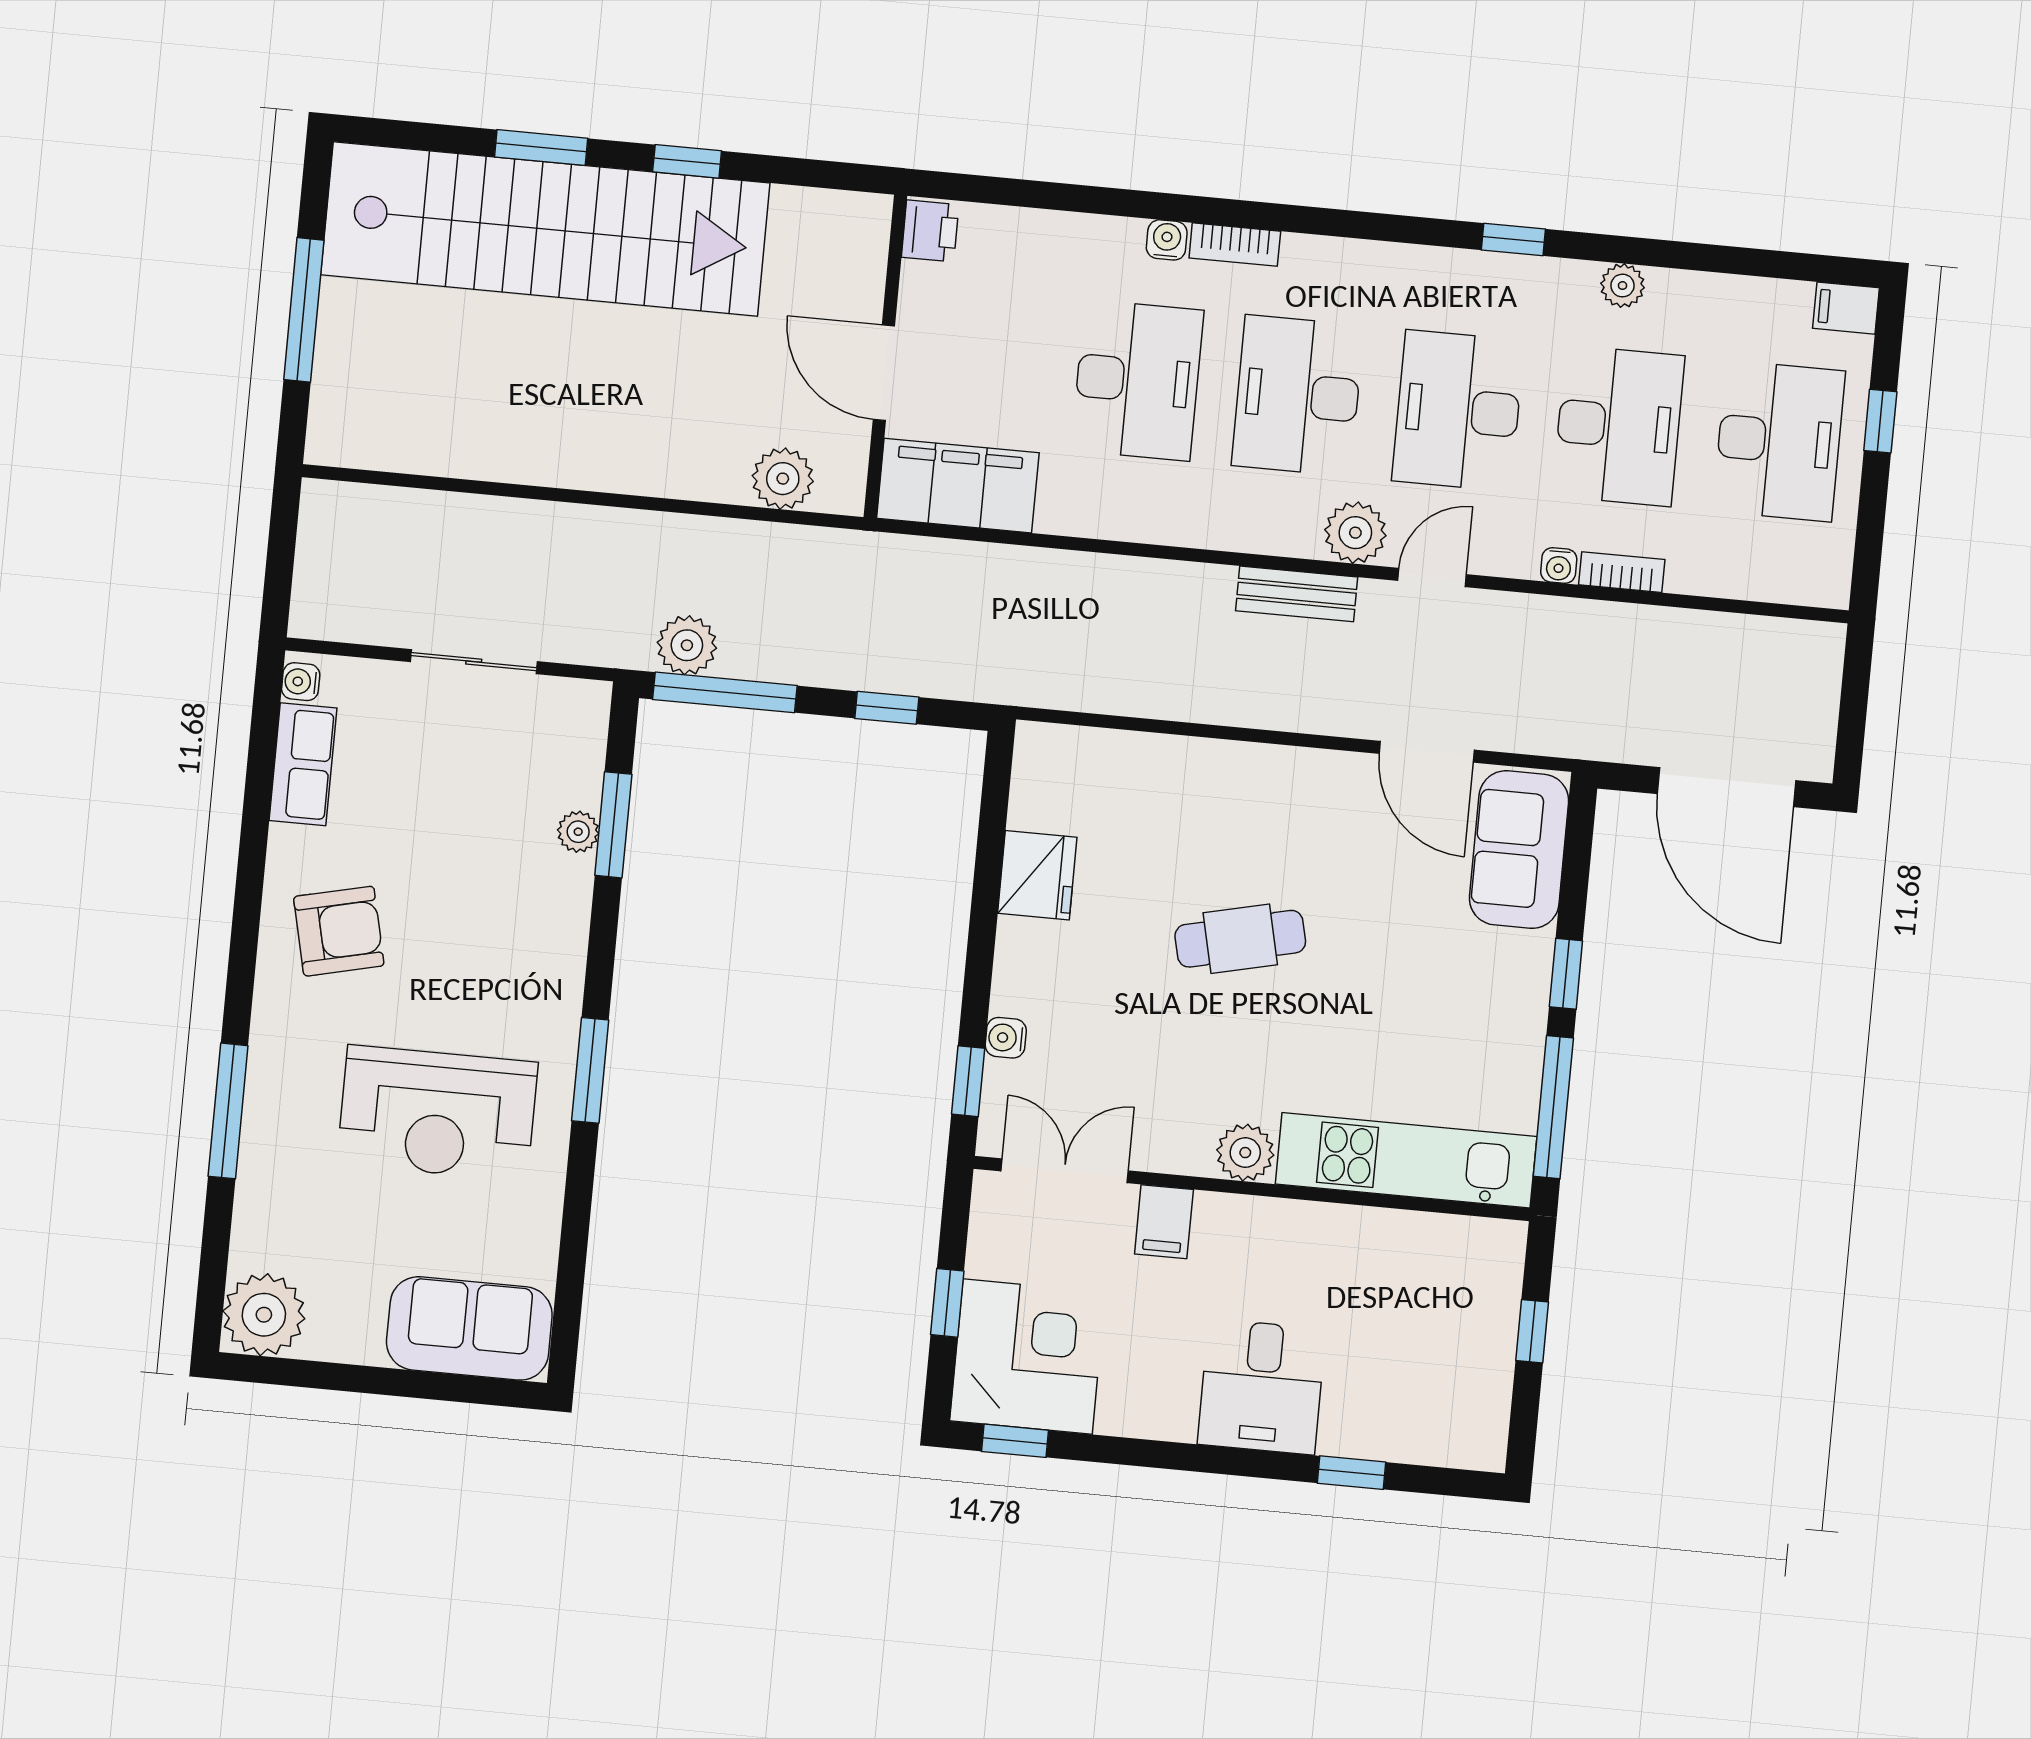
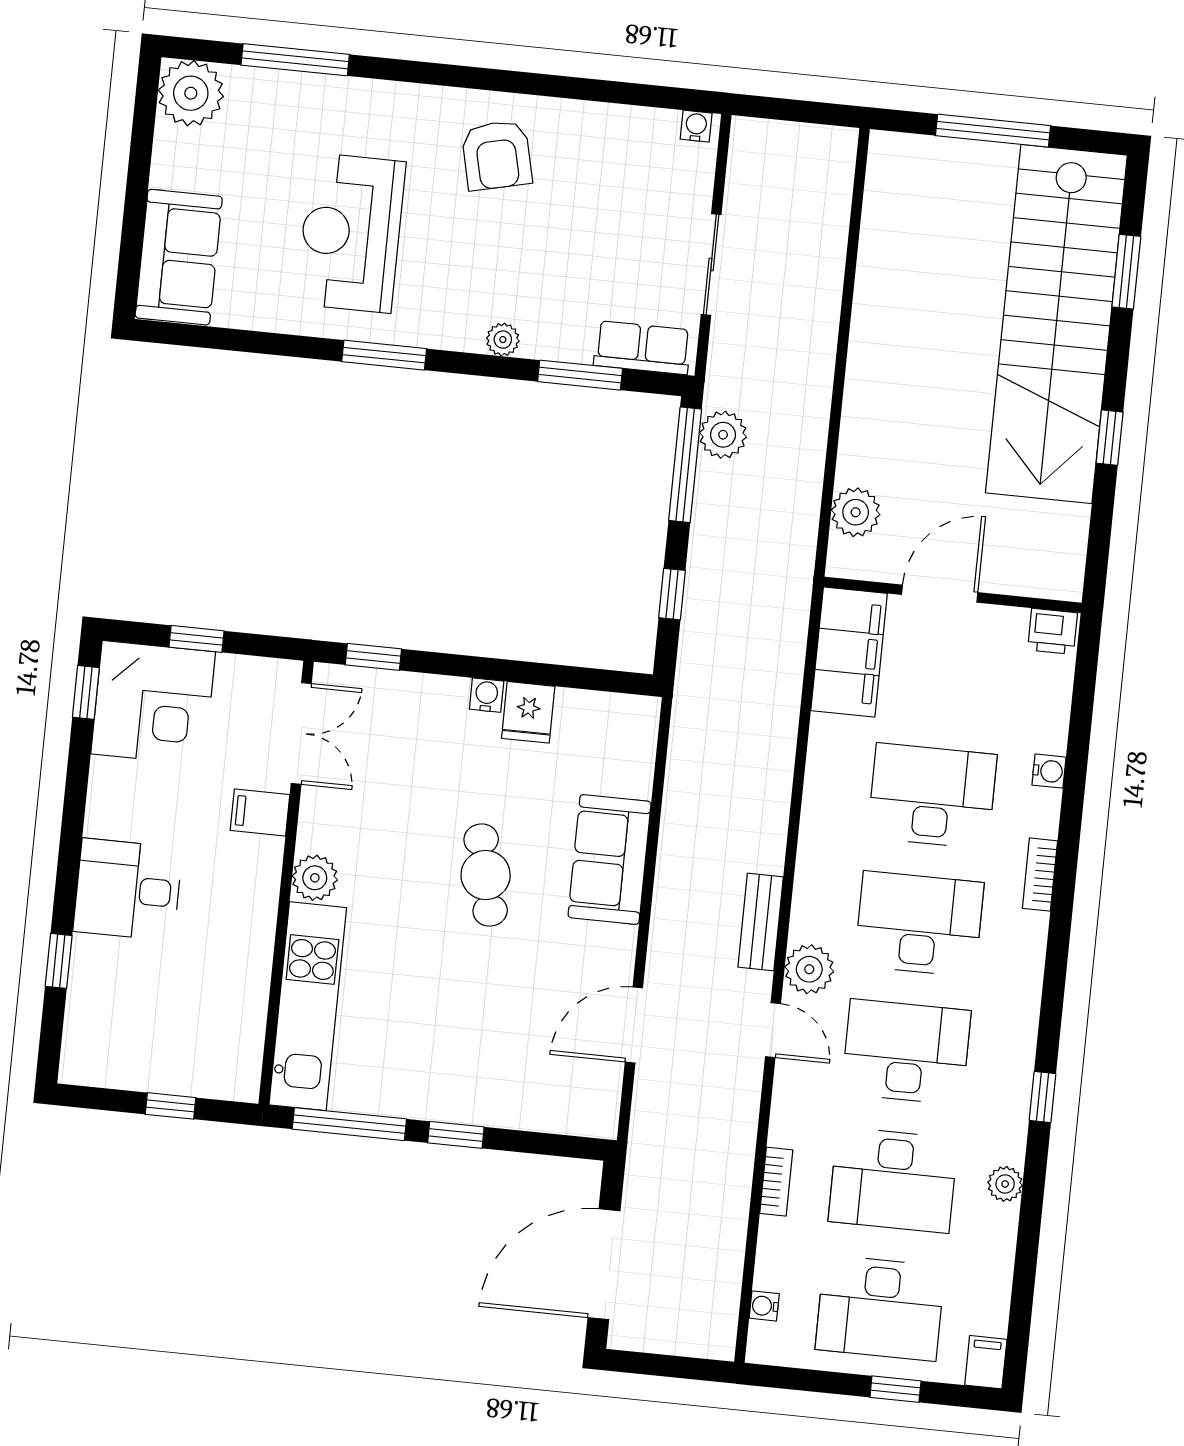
window: (541, 148) -> (1126, 272), moved
water cooler: (1167, 240) -> (1049, 771), moved
desk: (1137, 380) -> (932, 796), turned 180
water cooler: (1559, 566) -> (764, 1306), moved
row of seats: (303, 764) -> (642, 348), moved, turned 180
plant: (578, 832) -> (503, 340), moved
sofa: (1519, 850) -> (610, 860), moved, turned -90
fridge: (1037, 875) -> (528, 712), width x0.72
water cooler: (1006, 1038) -> (487, 695), moved
window: (228, 1111) -> (295, 60), moved

